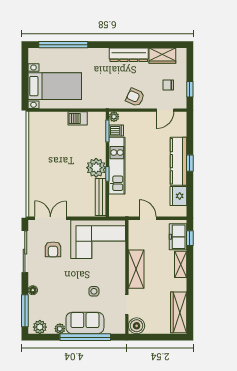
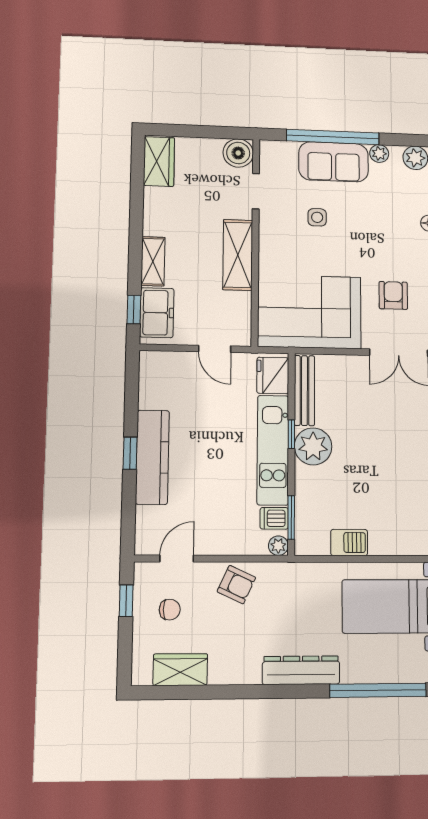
dresser: (129, 55) -> (301, 670), moved
fridge: (178, 196) -> (273, 375), moved, turned 180
wardrobe: (179, 312) -> (159, 161), width x0.67

